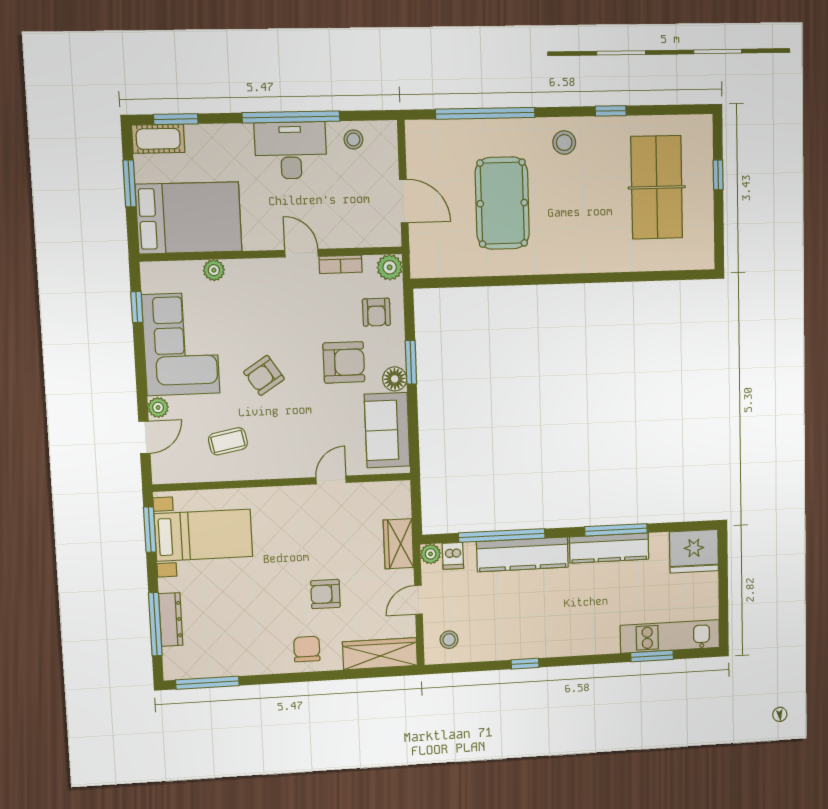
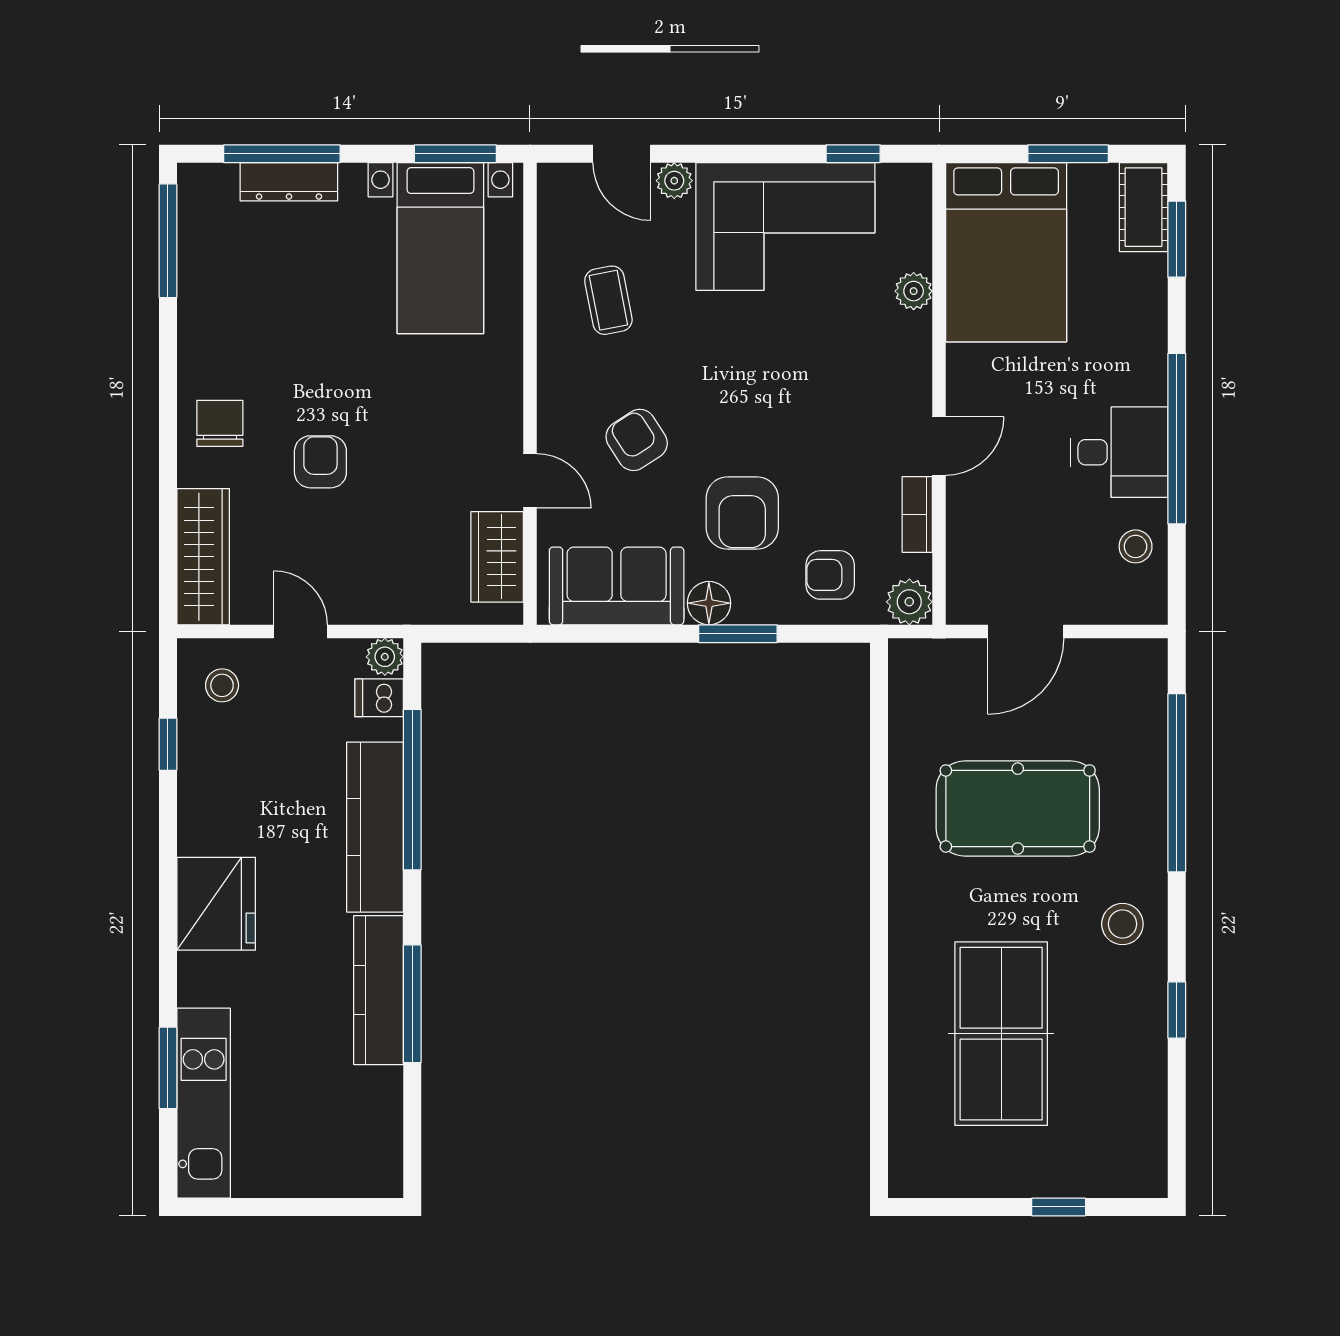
desk: (291, 150) -> (1119, 452), width x0.73
table tennis table: (657, 187) -> (1001, 1034), moved, turned 90
armchair: (264, 375) -> (637, 440), moved
wardrobe: (398, 544) -> (497, 557), moved, turned -90
fridge: (694, 551) -> (216, 904), moved, turned 180
chair: (307, 649) -> (220, 423), turned -90
window: (525, 664) -> (168, 744), moved

